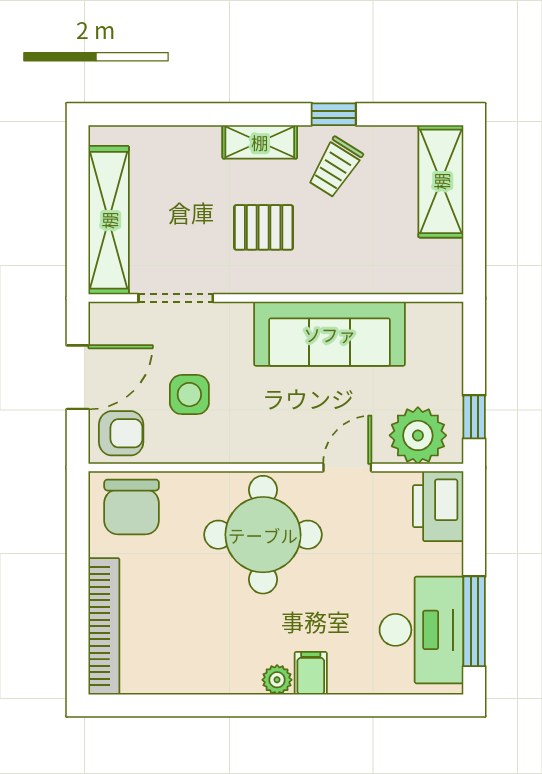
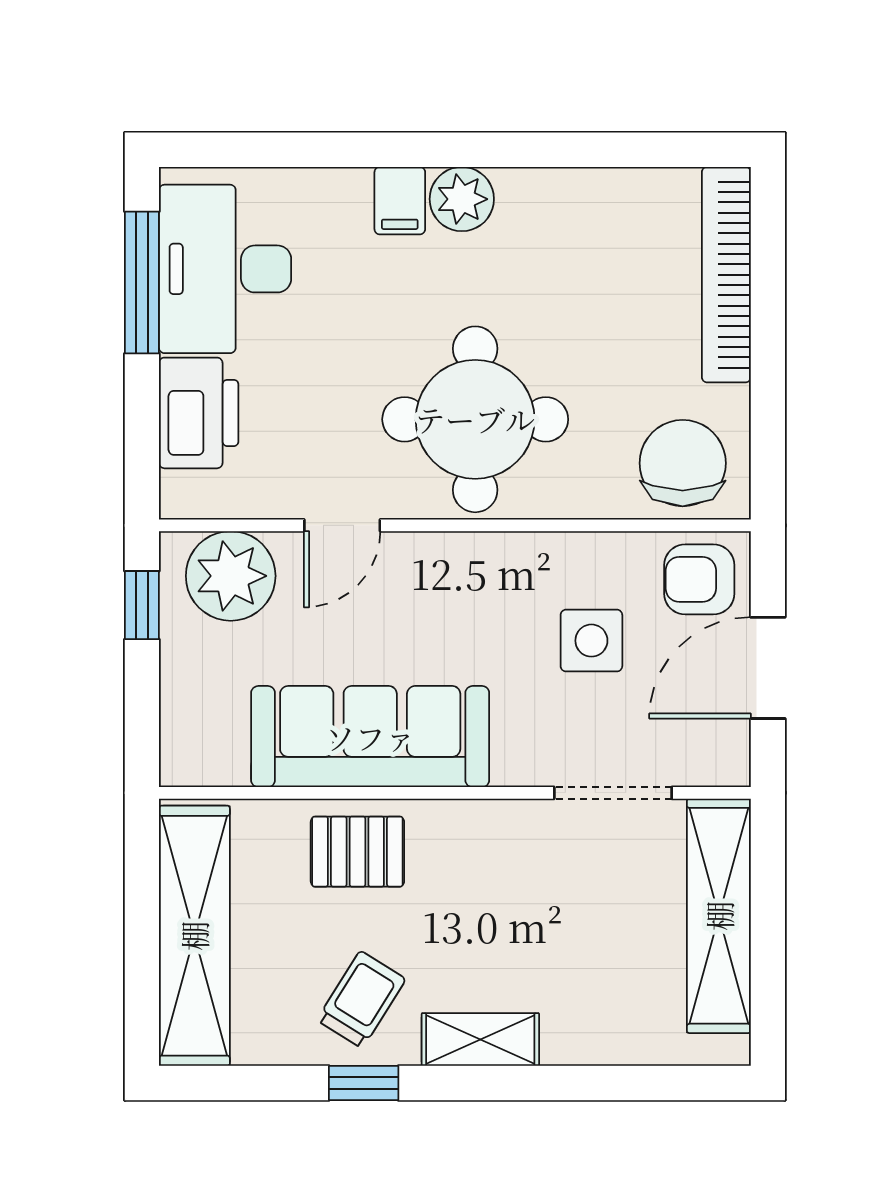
shelving: (441, 181) -> (194, 936), width x1.47
pallet: (264, 227) -> (357, 852), moved
printer: (438, 506) -> (199, 413), moved
plant: (277, 680) -> (462, 199), width x1.38, depth x1.38

